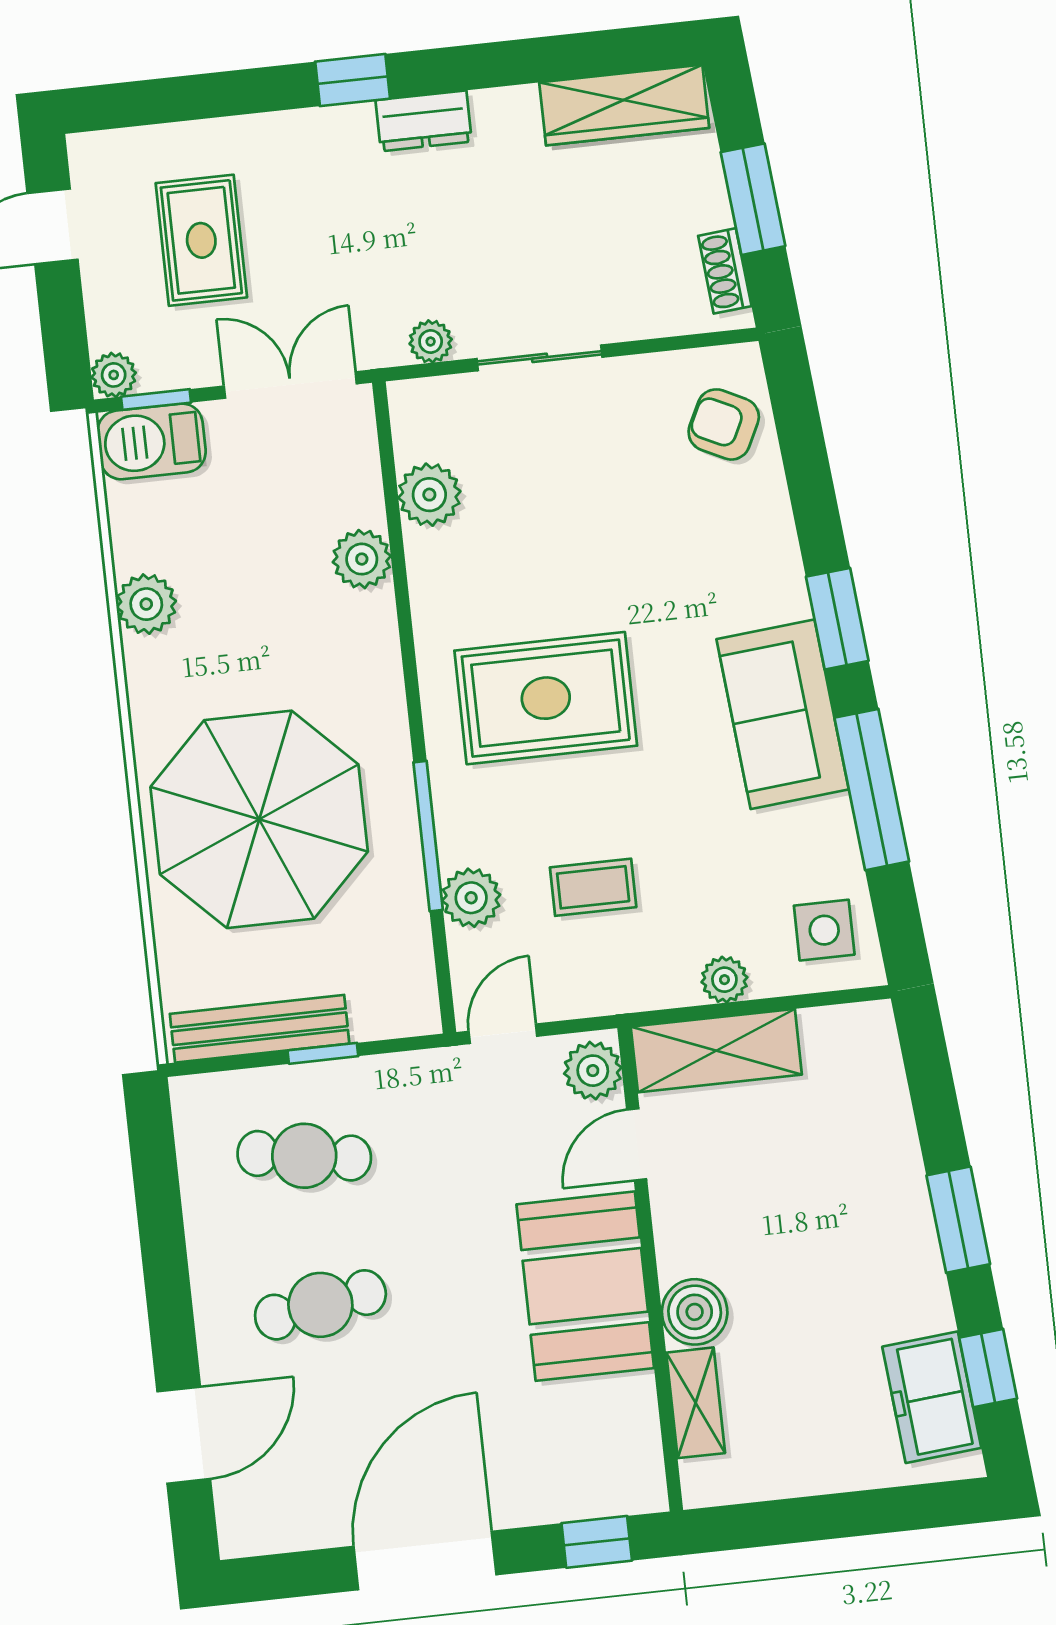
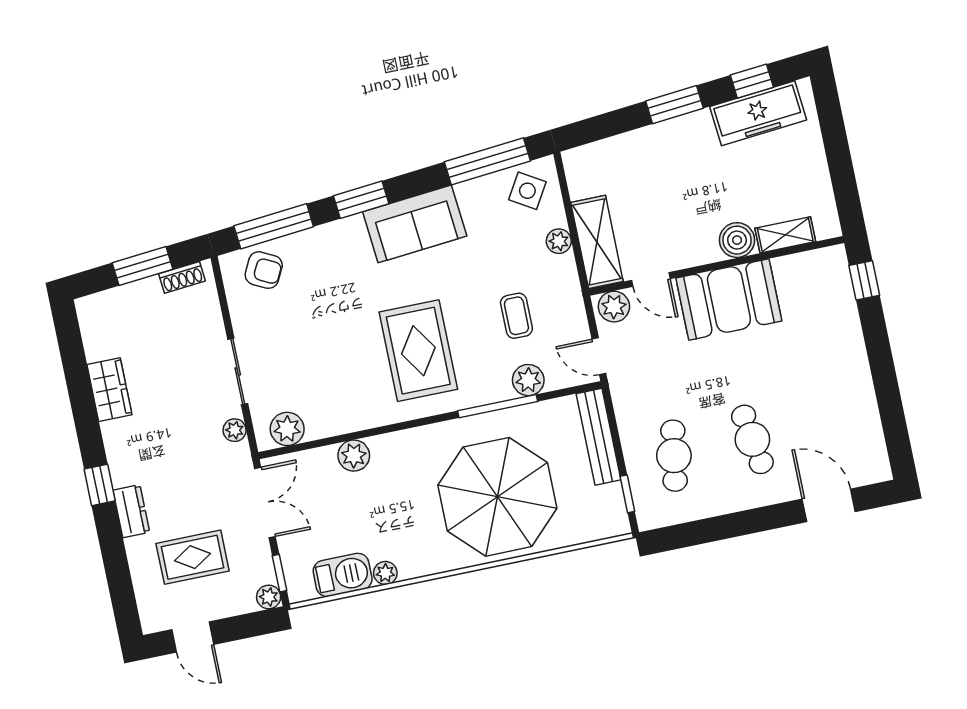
wardrobe: (624, 105) -> (109, 390), moved, width x0.67
dresser: (424, 121) -> (131, 511), moved
double door: (290, 385) -> (265, 502), swing flipped
armchair: (724, 424) -> (264, 270), turned -89
barbecue: (152, 441) -> (343, 575), moved, turned -90
window: (804, 451) -> (274, 226), added
plant: (429, 495) -> (287, 429), moved
plant: (146, 604) -> (385, 573), width x0.73, depth x0.73
window: (872, 790) -> (487, 161), moved
side table: (824, 930) -> (527, 191), turned 31
bench: (260, 1029) -> (599, 437), moved
window: (323, 1053) -> (627, 494), moved
freezer: (932, 1397) -> (758, 113), width x1.40
door: (425, 1561) -> (883, 371), removed

